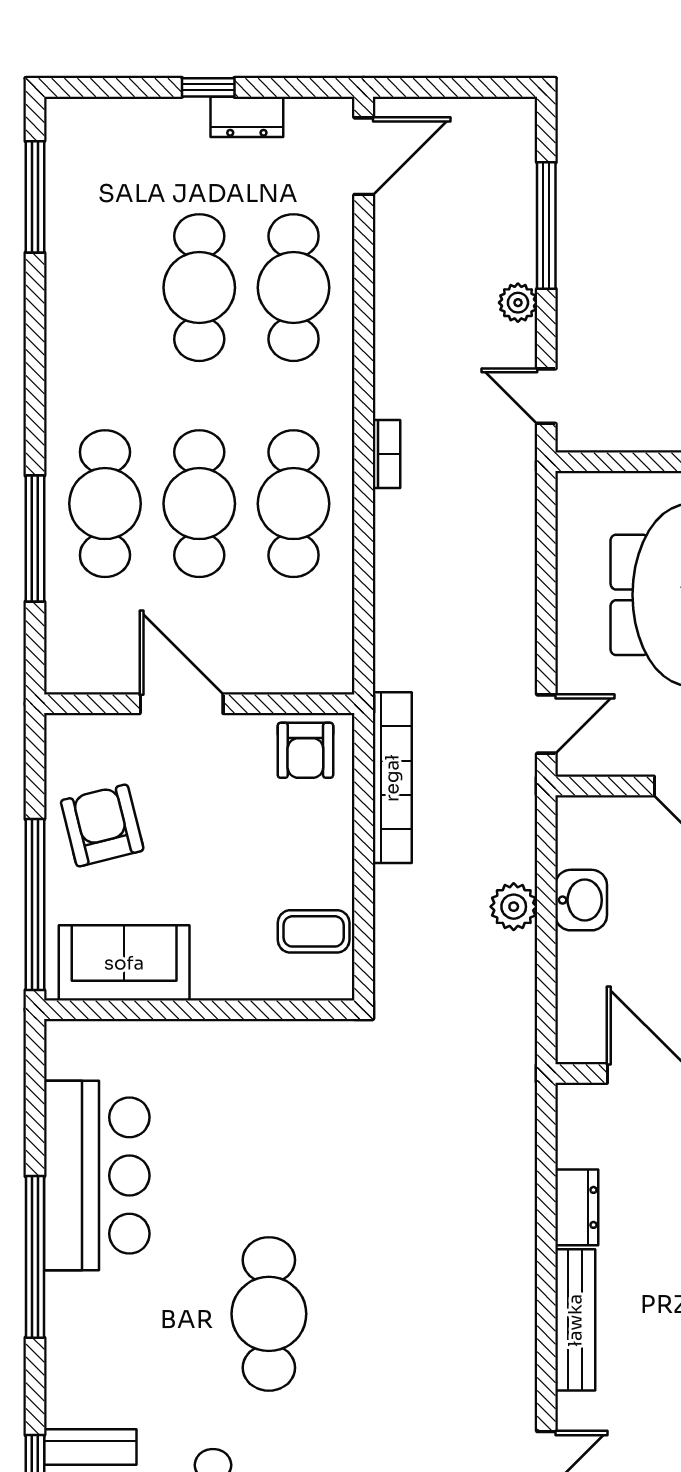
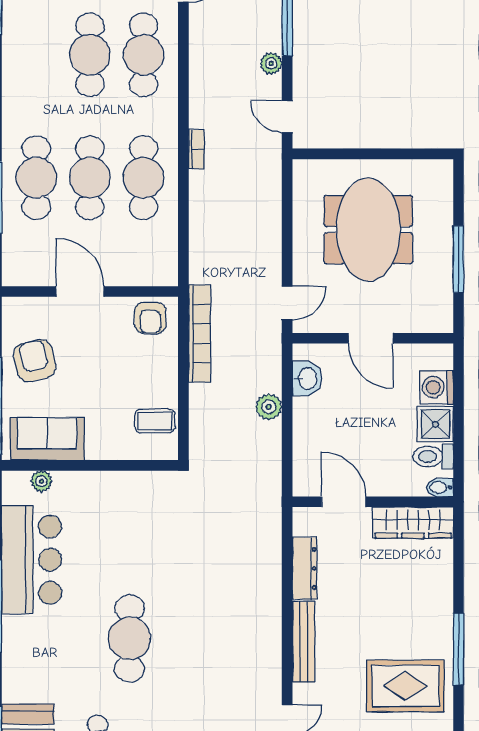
washbasin: (581, 900) -> (307, 379), moved
plant: (114, 1037) -> (41, 481), added
dresser: (577, 1207) -> (305, 568), width x1.44

